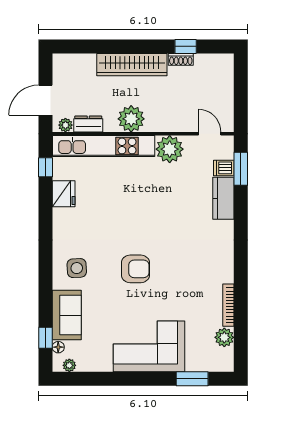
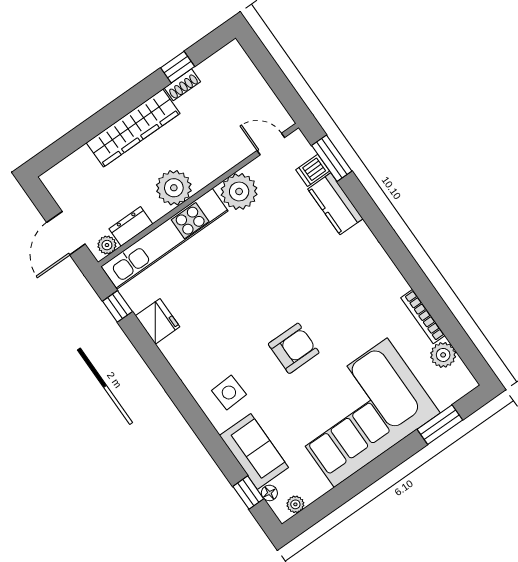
corner sofa: (149, 346) -> (361, 413), width x1.36, depth x1.36

